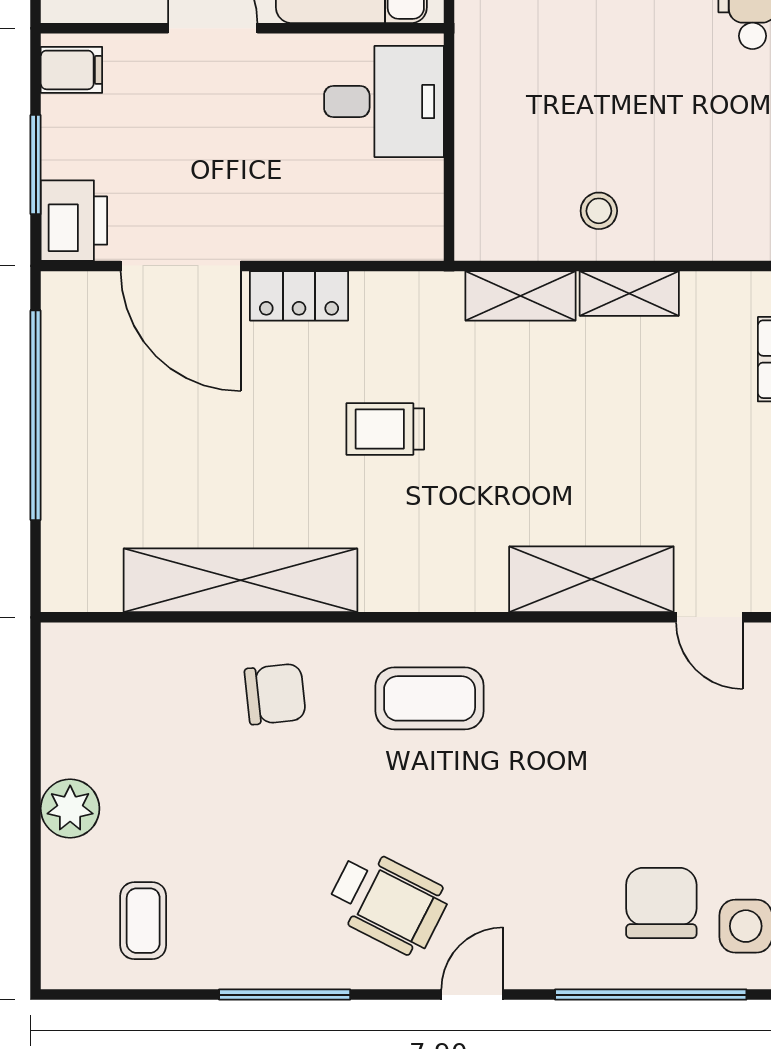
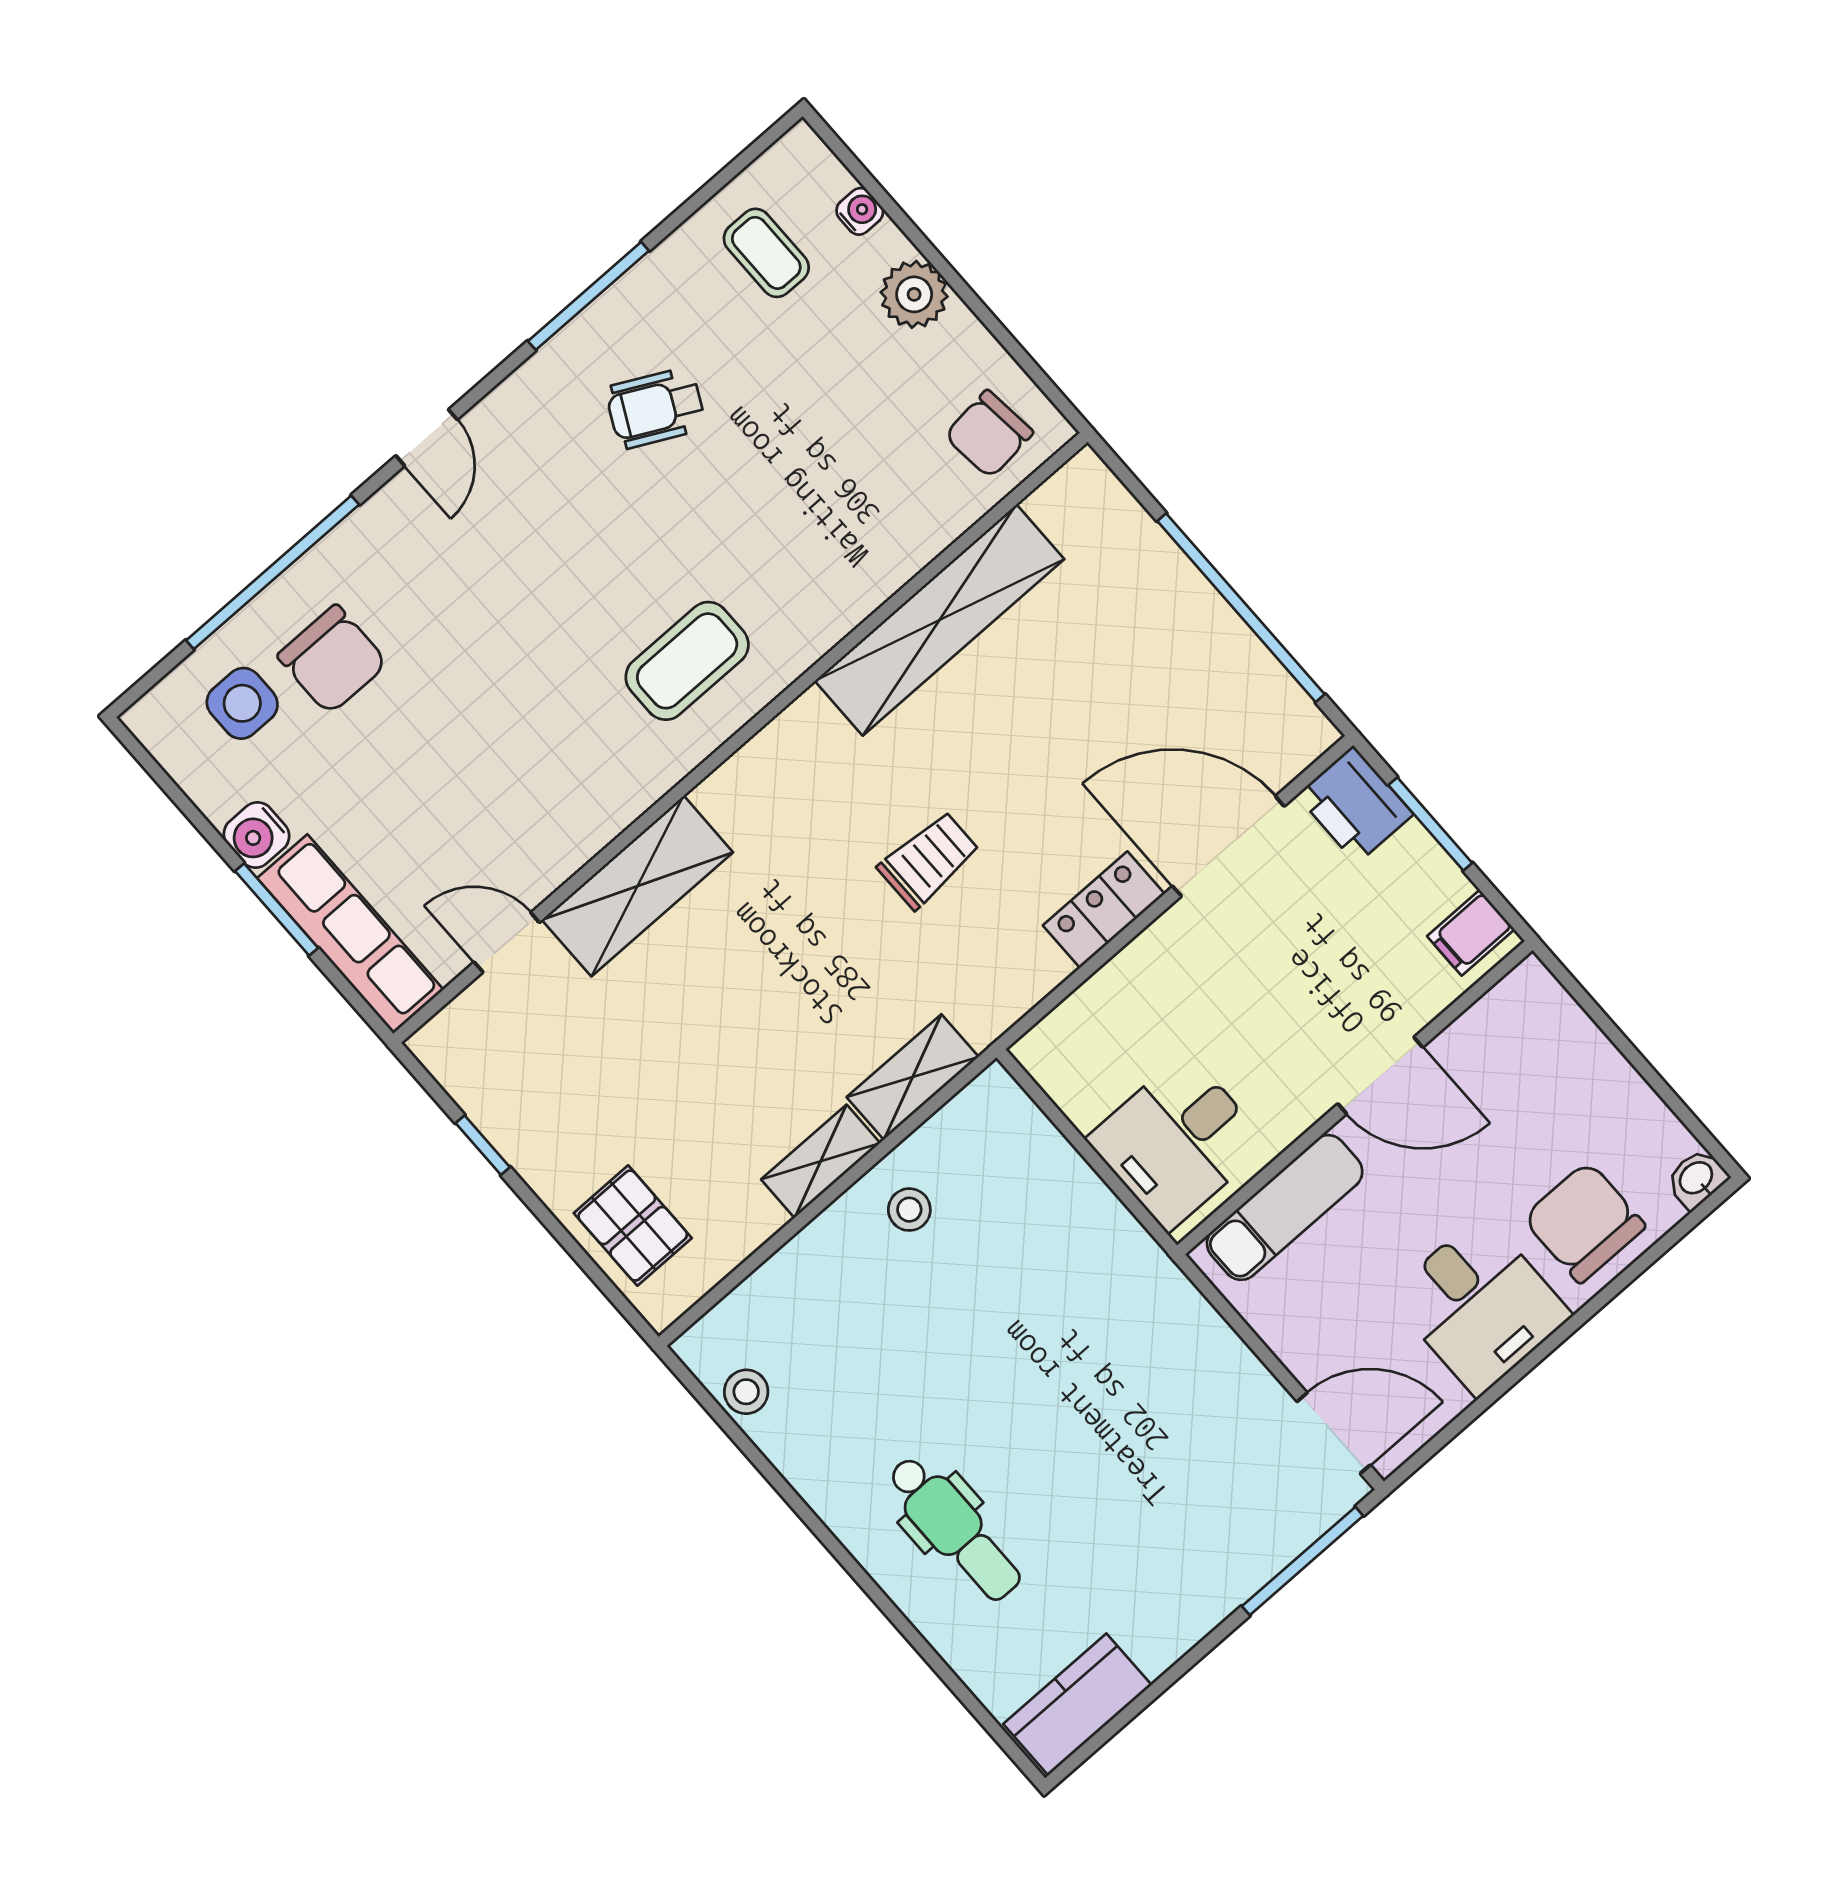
chair: (275, 694) -> (989, 434), moved
water cooler: (58, 894) -> (860, 211), added
wheelchair: (388, 902) -> (656, 408), moved, width x0.73, depth x0.73

